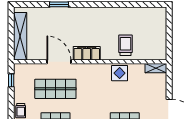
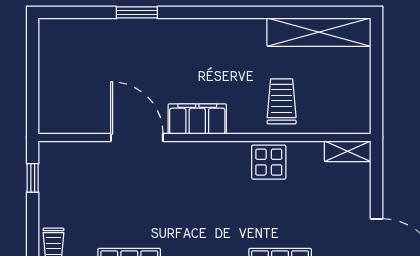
shelving: (20, 36) -> (319, 32), moved, turned 90
shop shelf: (55, 89) -> (129, 196), removed

